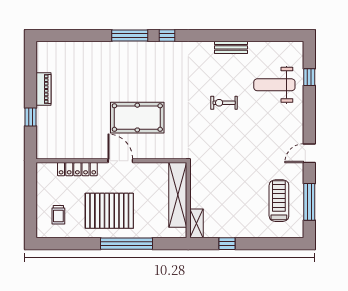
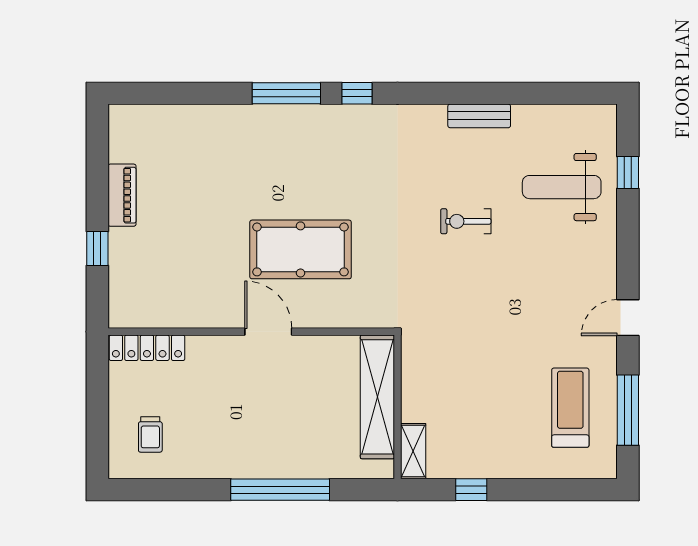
locker: (77, 169) -> (147, 348), moved
pallet: (109, 211) -> (247, 427), removed

